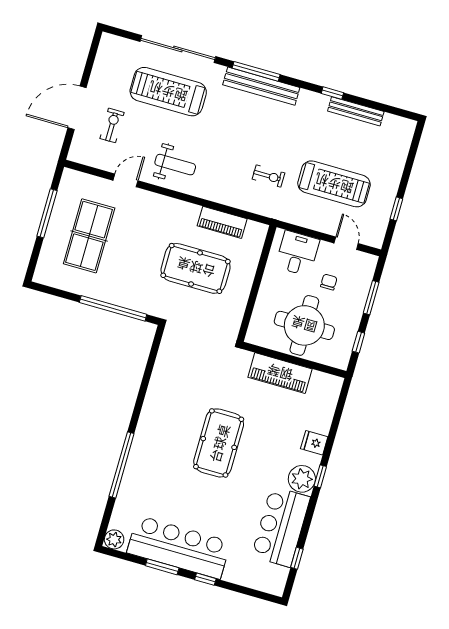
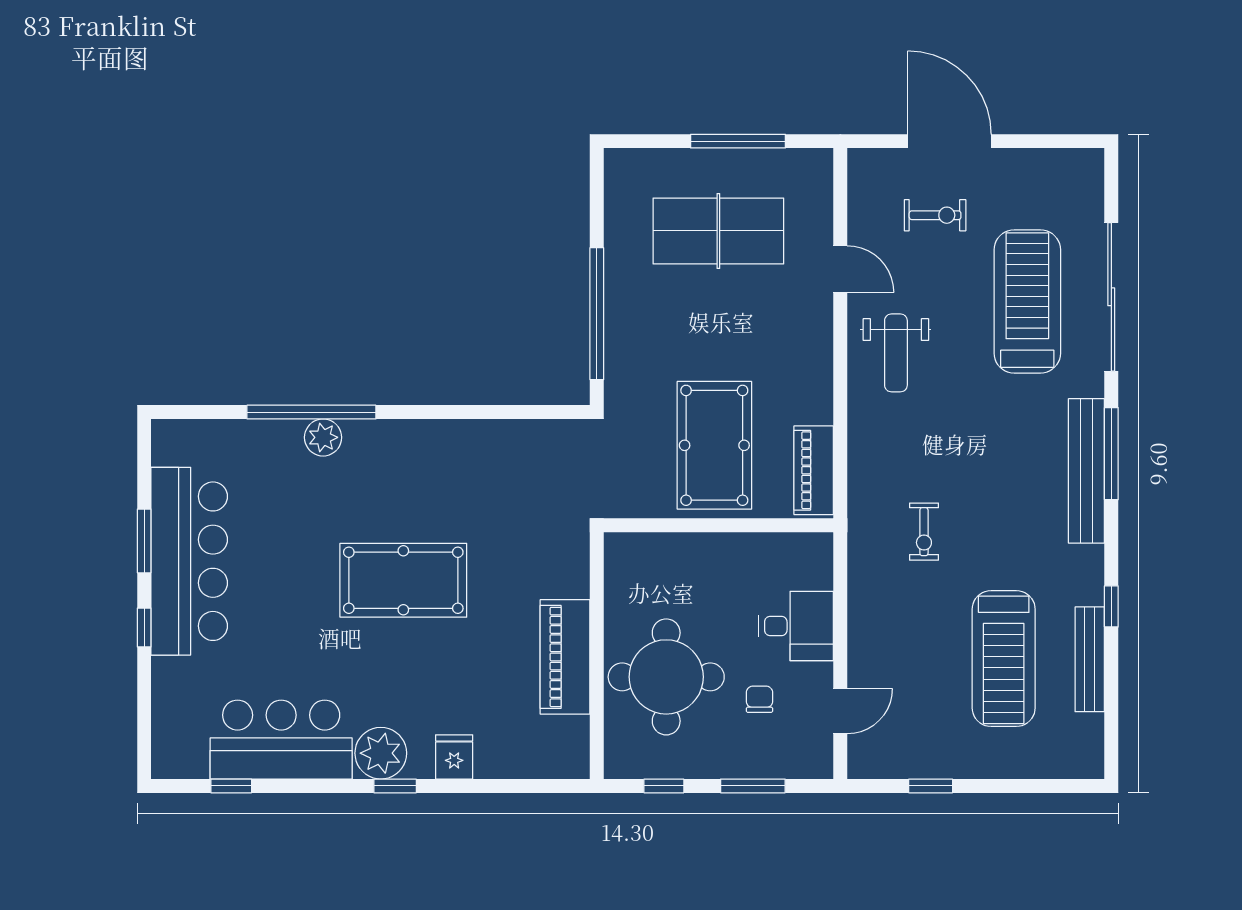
treadmill: (334, 184) -> (1004, 659), moved
chair: (329, 282) -> (759, 699), turned -90
wall: (257, 284) -> (719, 525), moved
plant: (114, 539) -> (323, 437), moved

